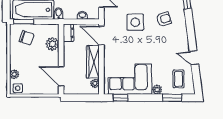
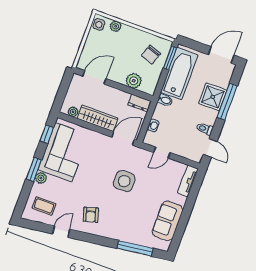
armchair: (164, 19) -> (91, 215), moved
window: (172, 98) -> (34, 169), moved

